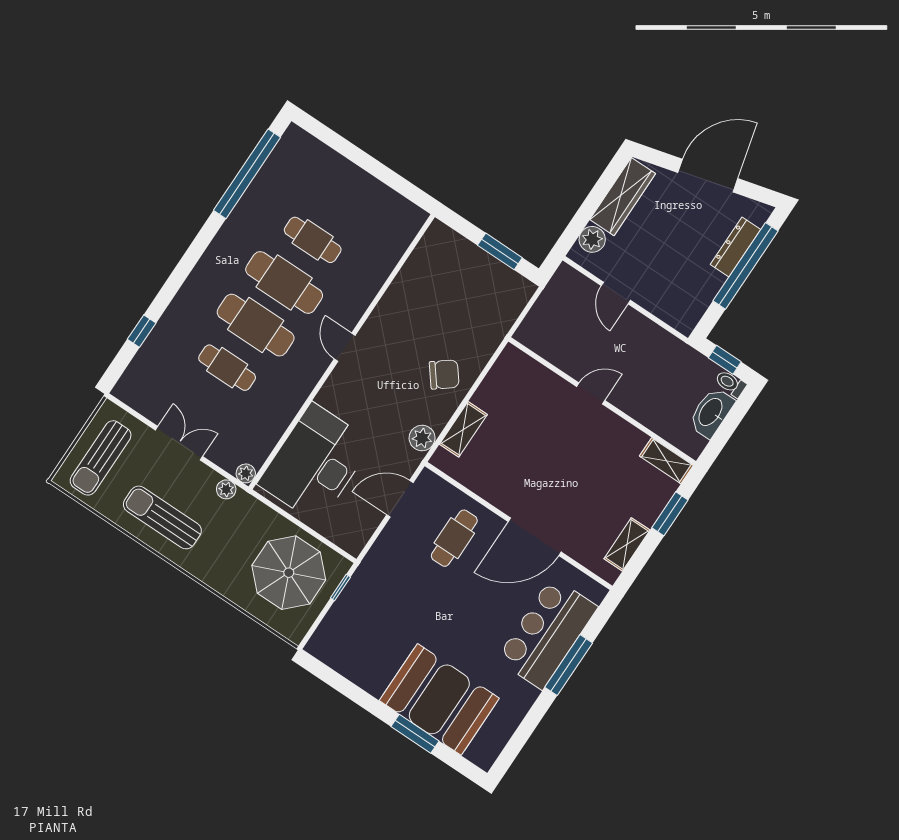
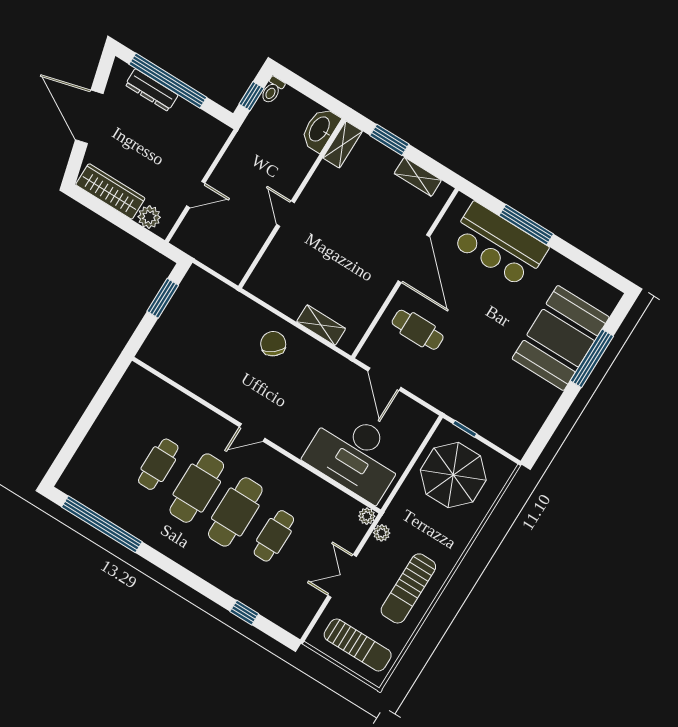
washbasin: (711, 412) -> (320, 129), moved, turned 90
plant: (422, 438) -> (330, 361), removed
window: (415, 734) -> (592, 358), width x1.44

